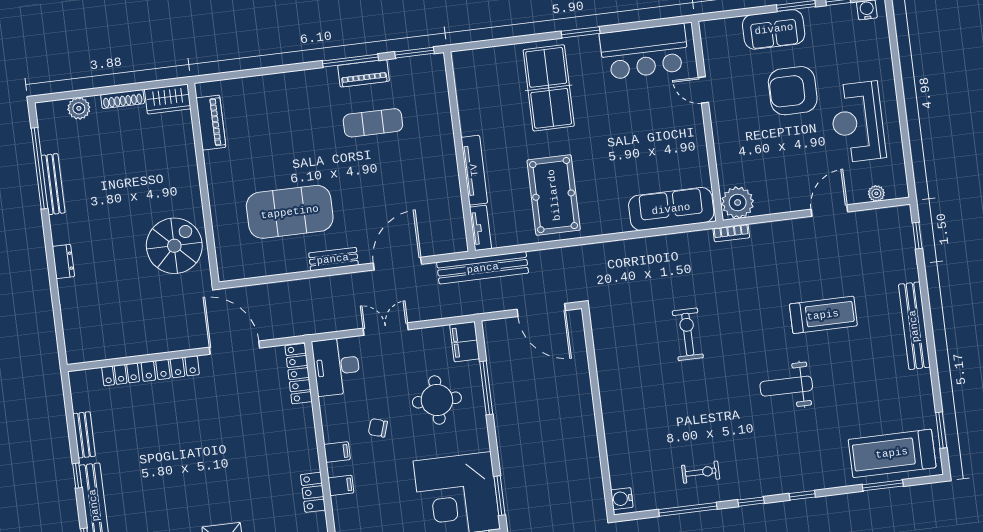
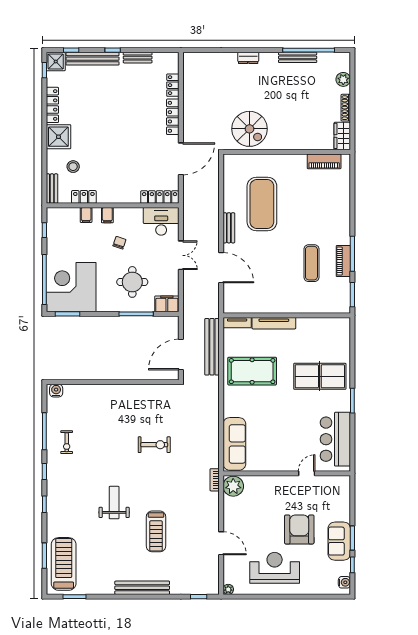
sofa: (774, 29) -> (339, 541), moved
plant: (876, 193) -> (228, 589), moved
bench: (483, 268) -> (212, 347), moved
stool: (267, 515) -> (73, 167), added

